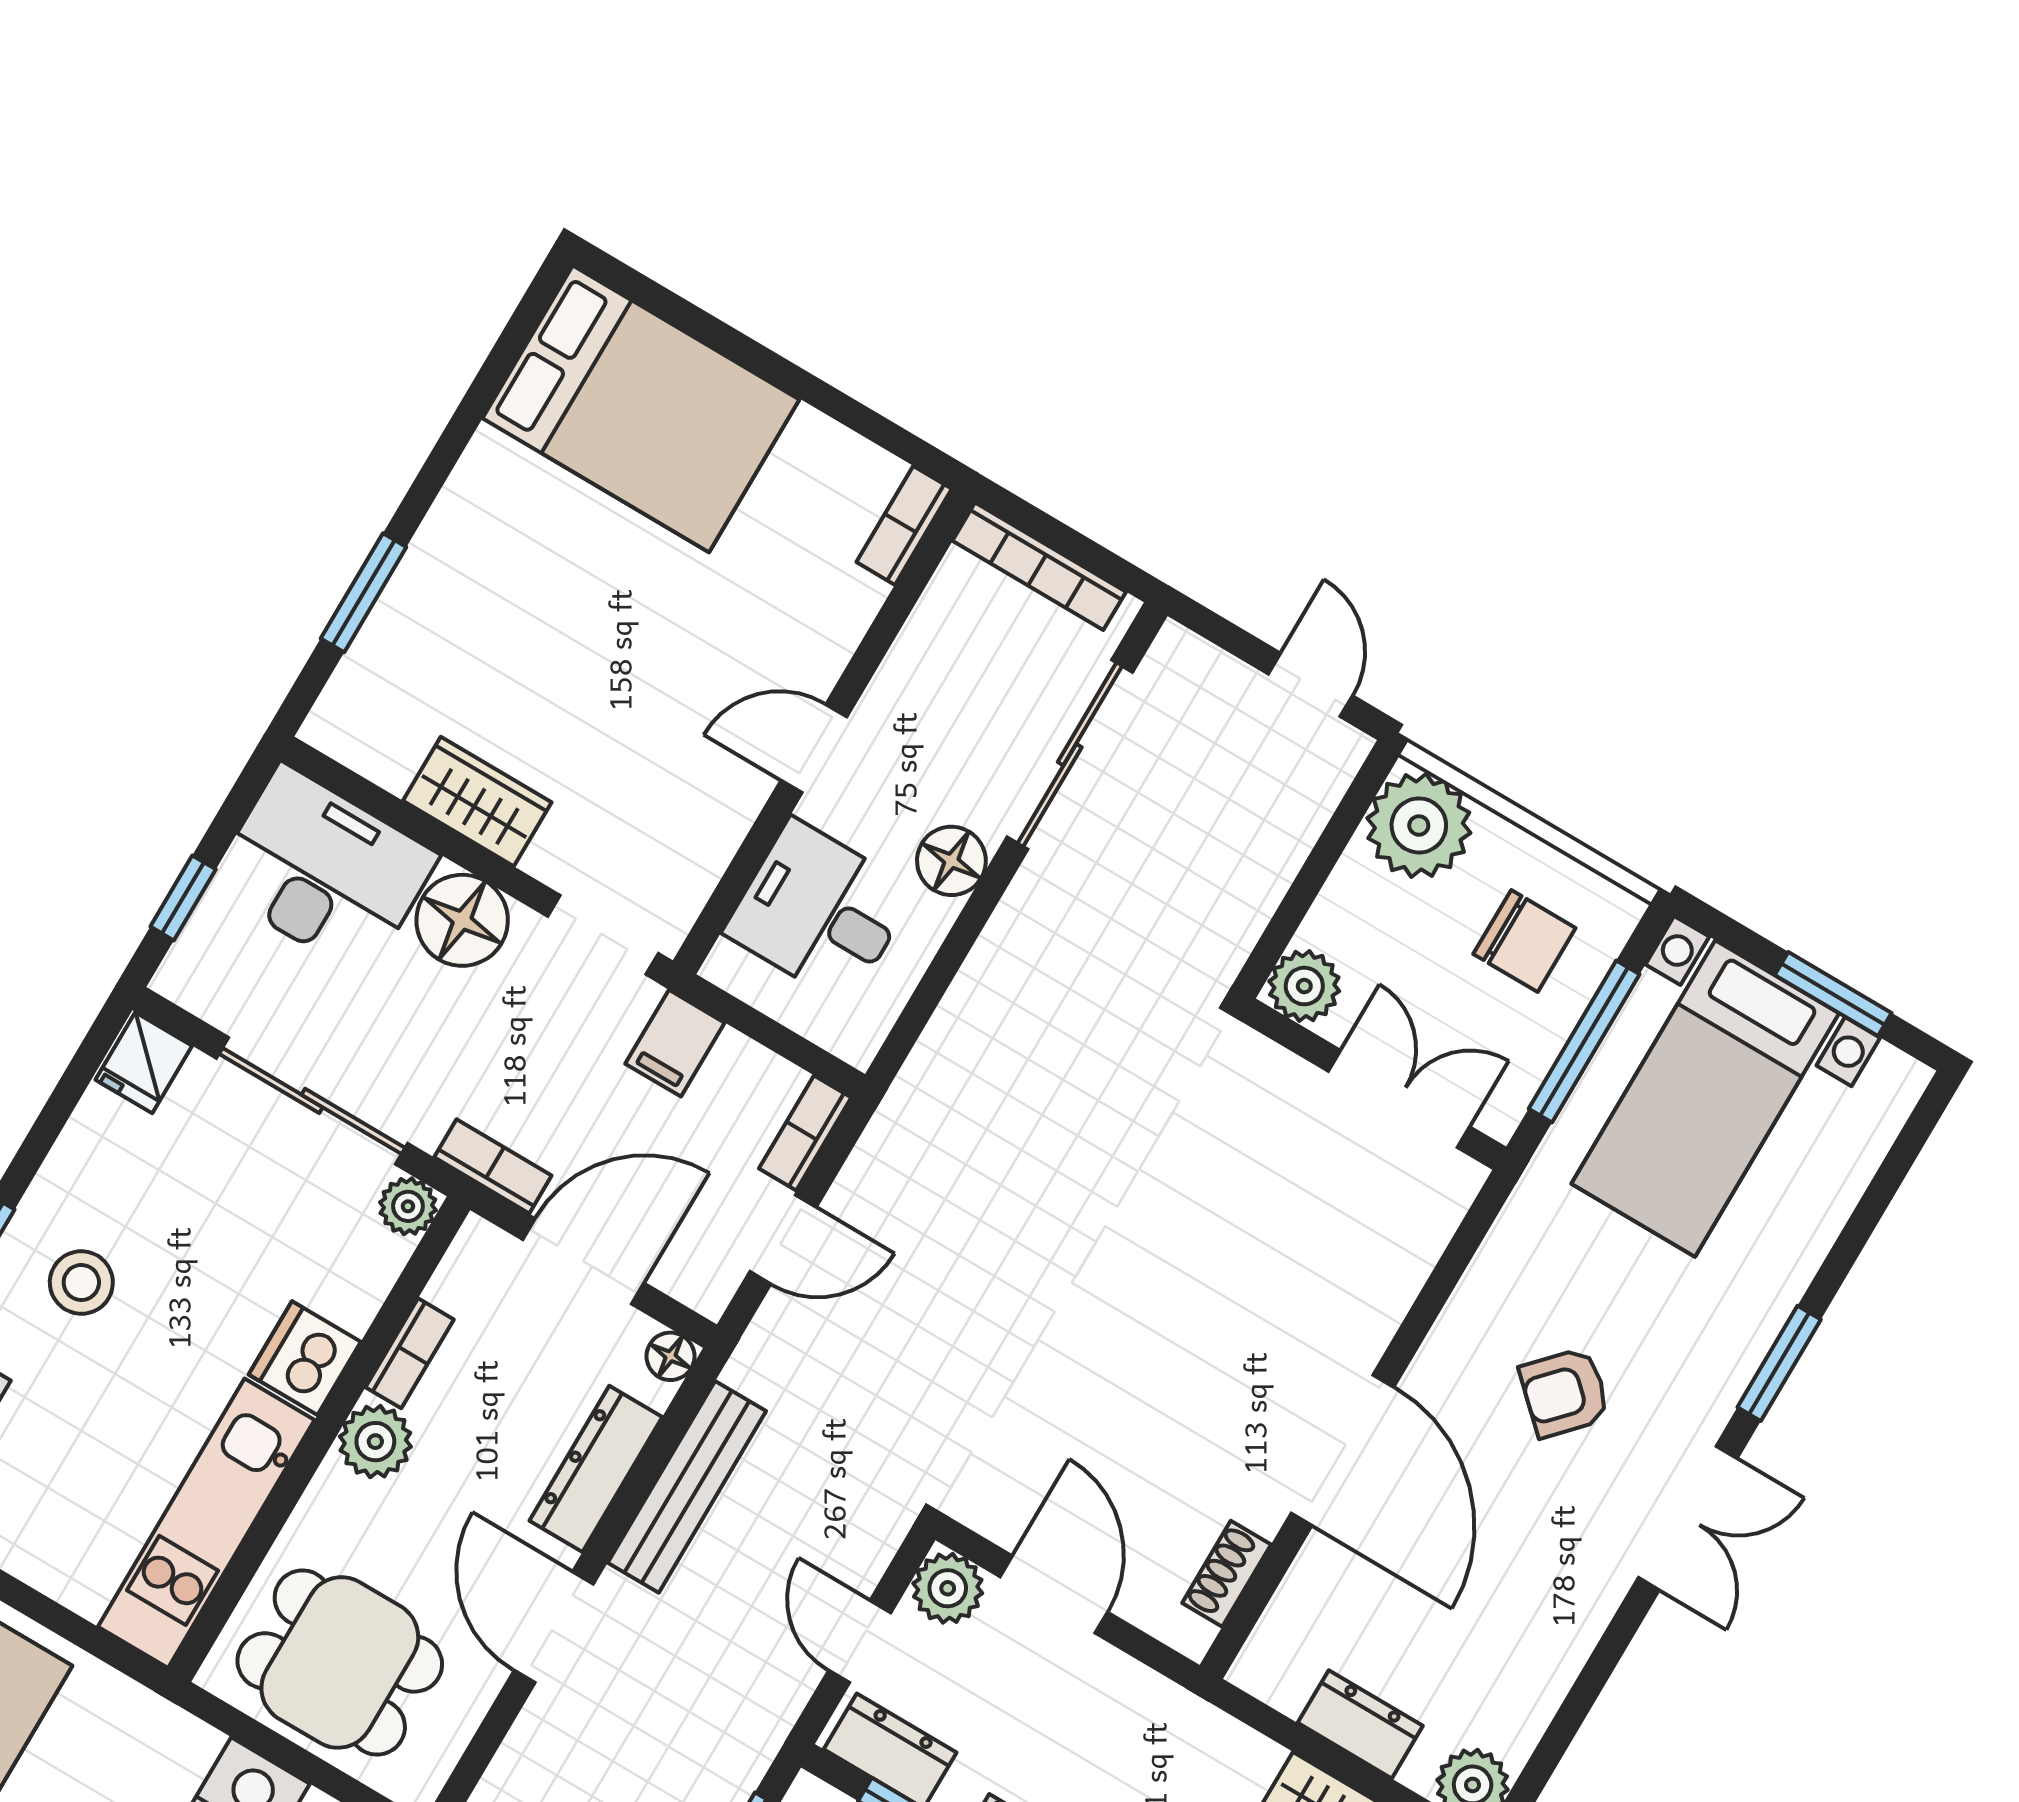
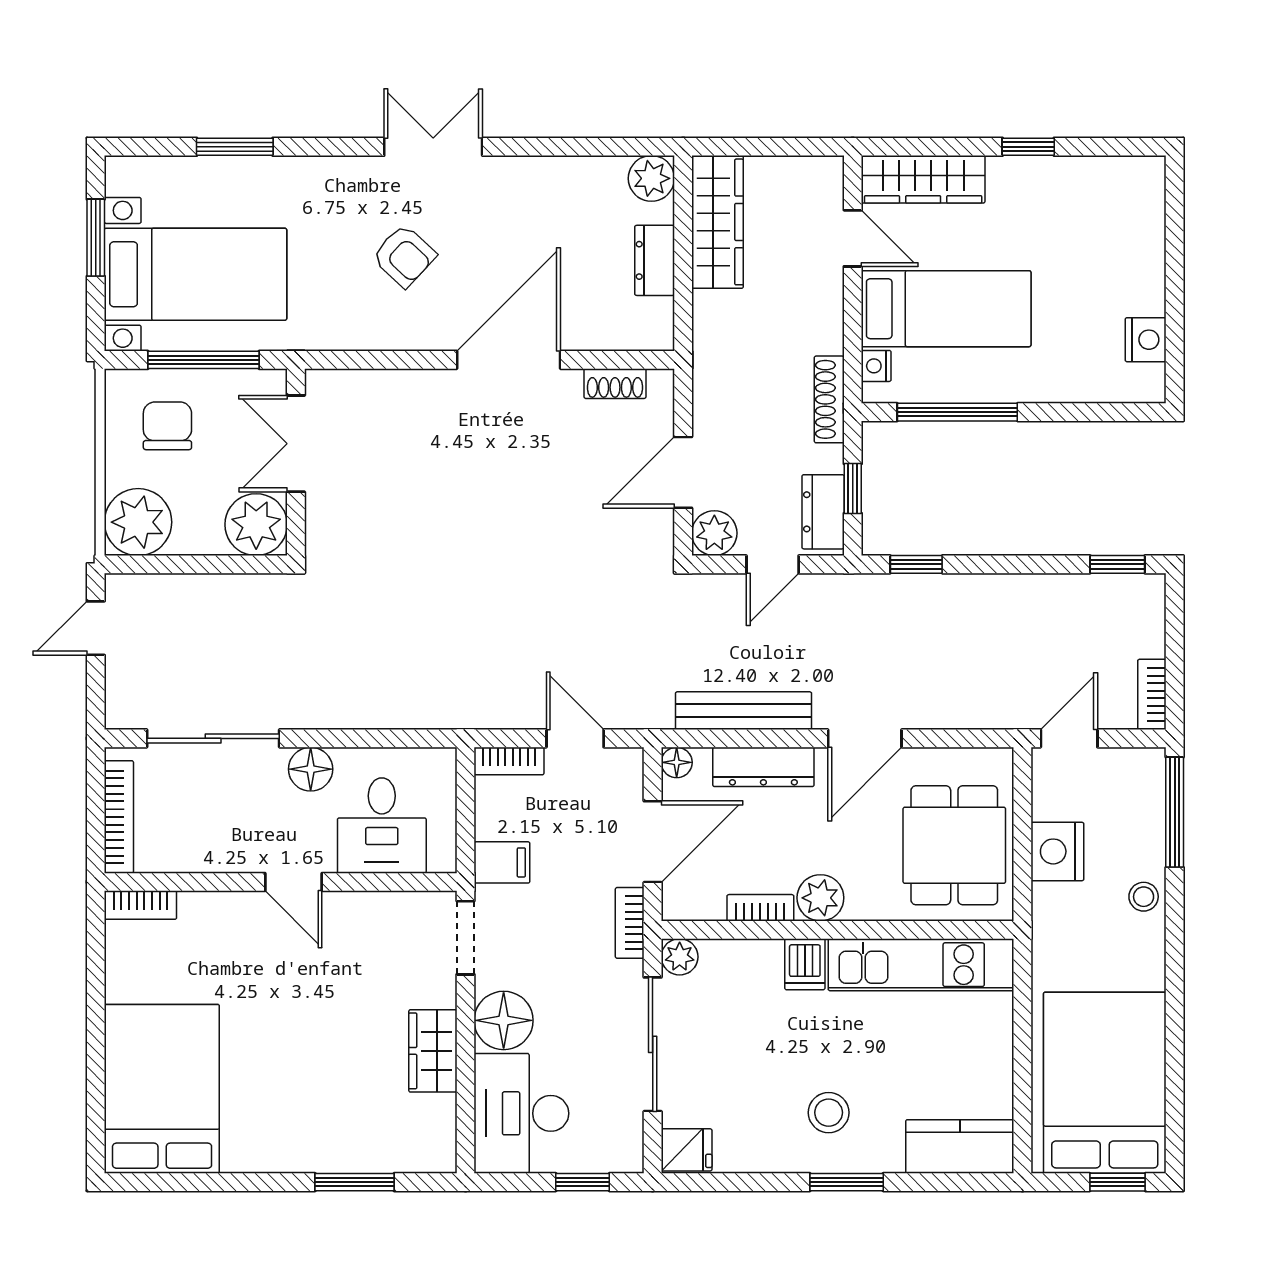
plant: (1304, 986) -> (256, 525), width x1.36, depth x1.36
door: (583, 1261) -> (653, 842), swing flipped
dishwasher: (305, 1358) -> (805, 964), width x0.73
window: (1779, 1363) -> (235, 147), moved

